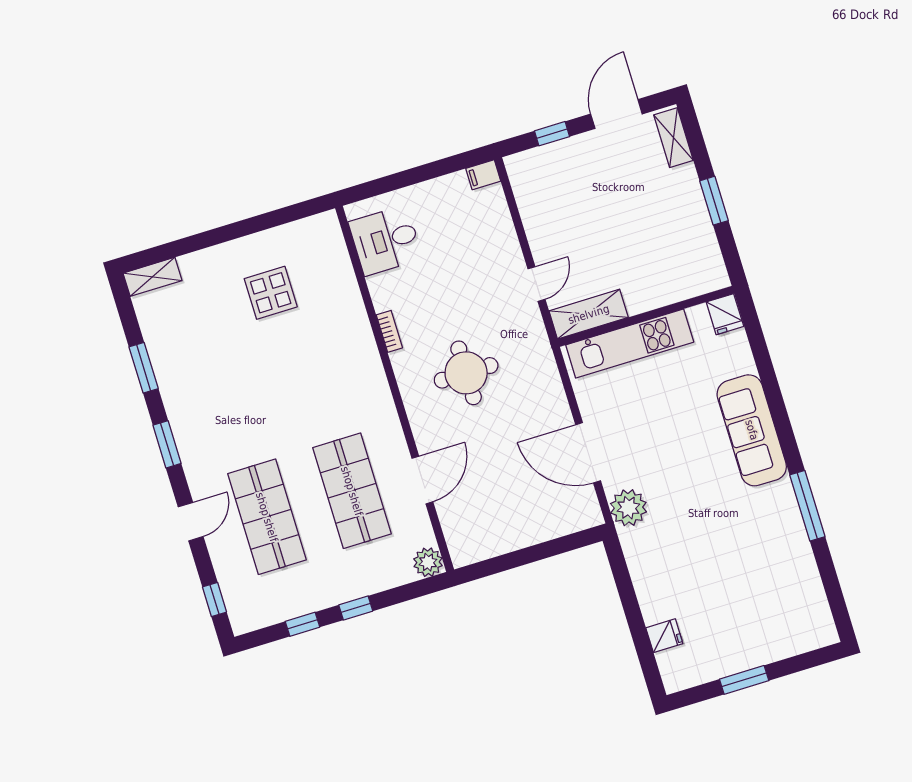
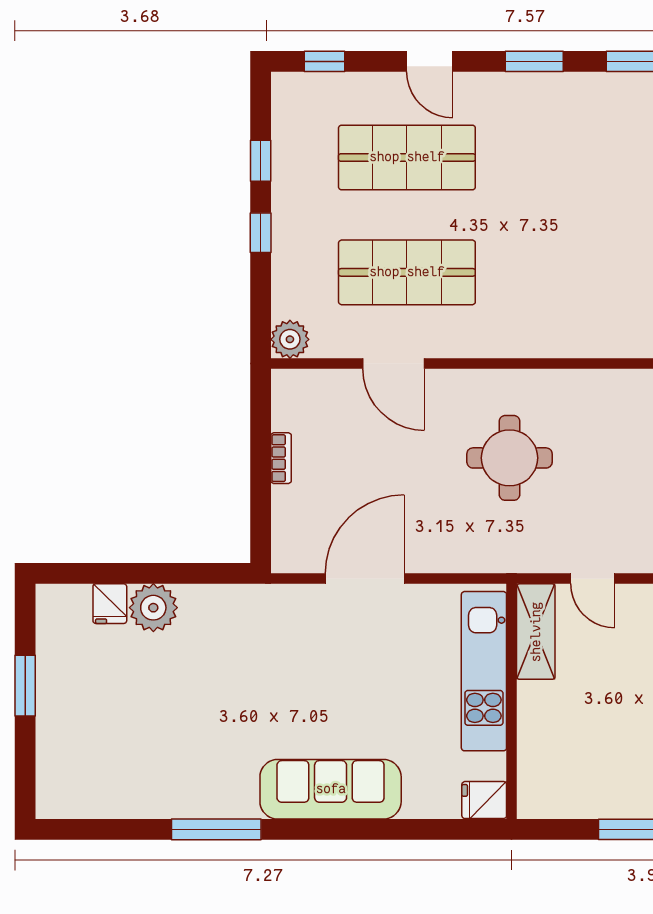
bookcase: (389, 331) -> (281, 458), moved, turned -90
plant: (628, 508) -> (153, 608), moved

